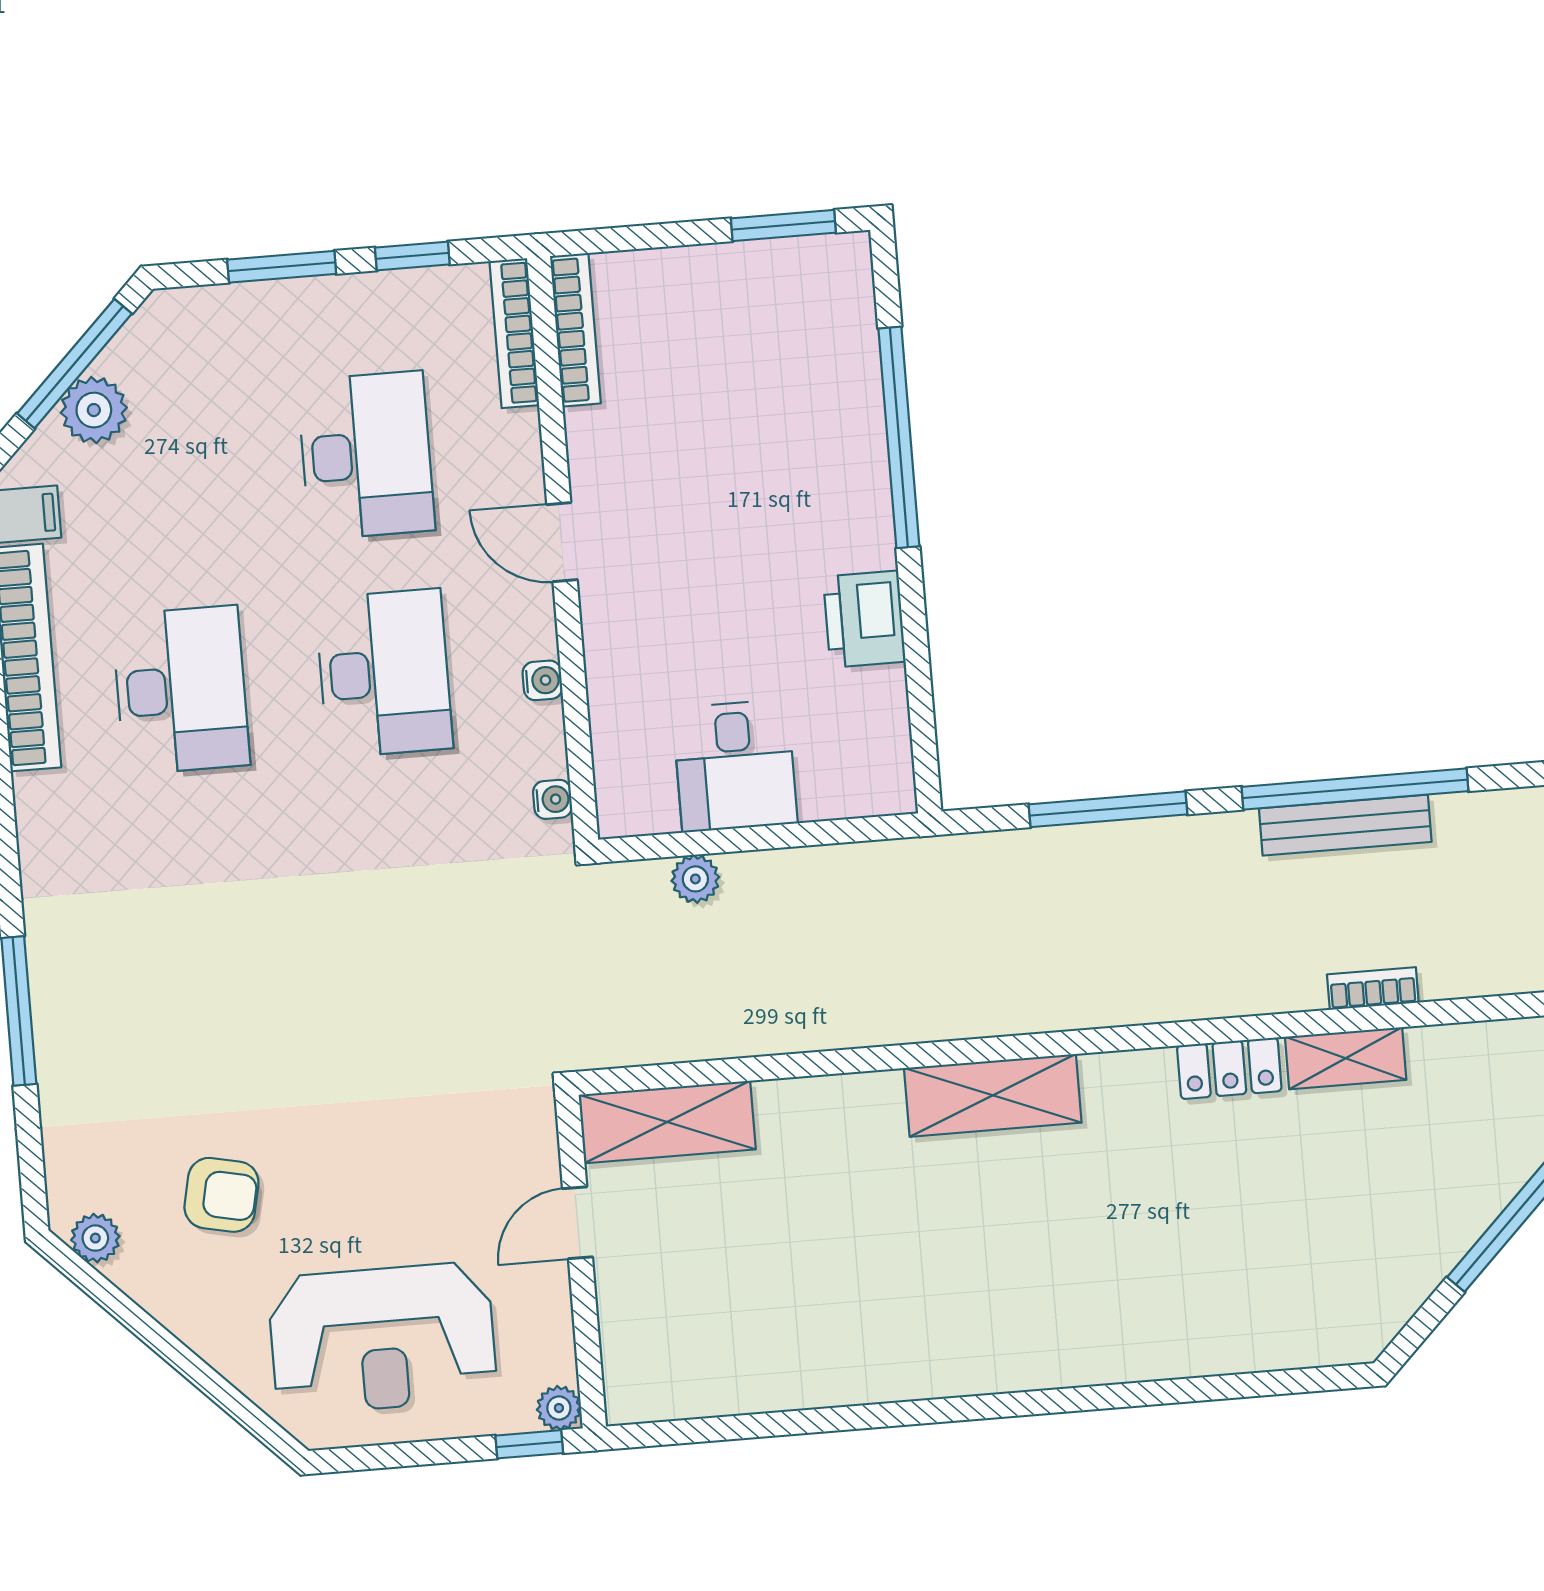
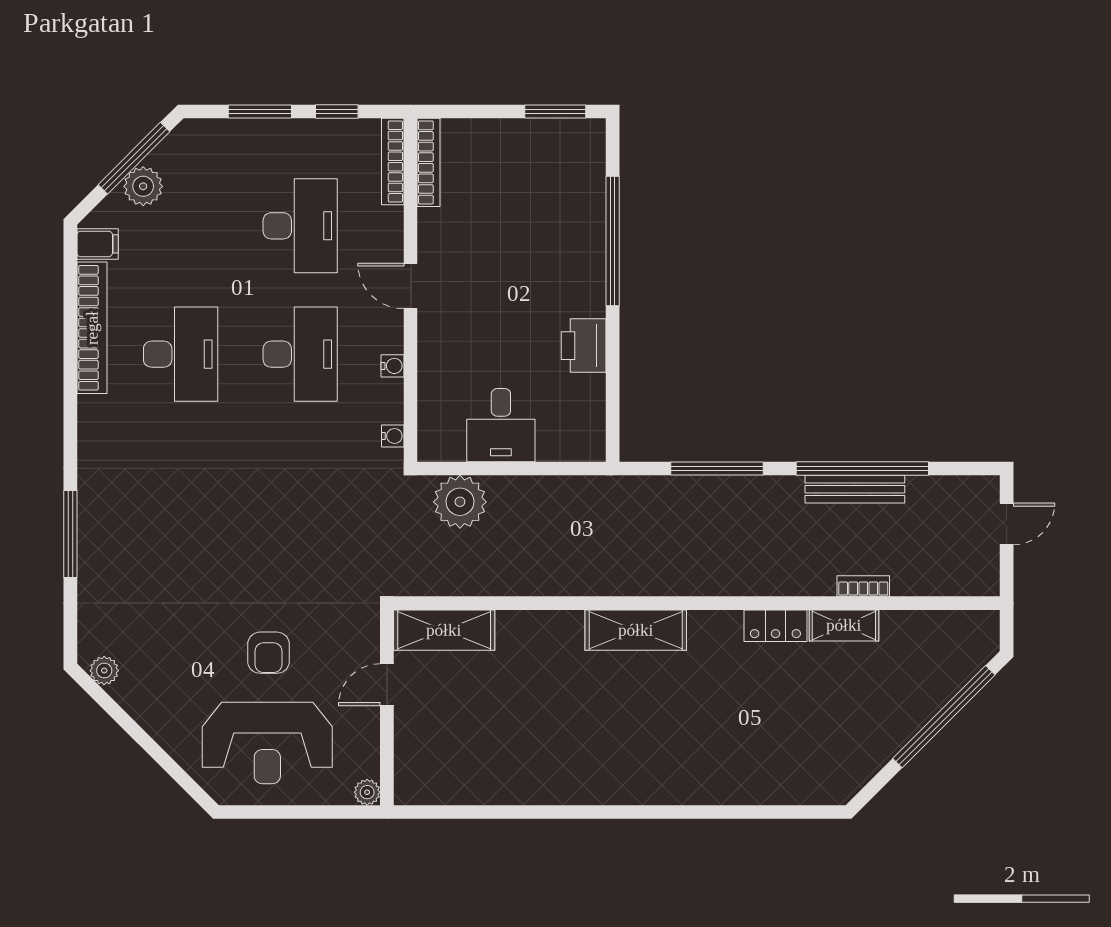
plant: (695, 879) -> (460, 502), width x1.88, depth x1.88
armchair: (221, 1195) -> (268, 653), moved, turned 78
window: (529, 1444) -> (348, 812), removed

